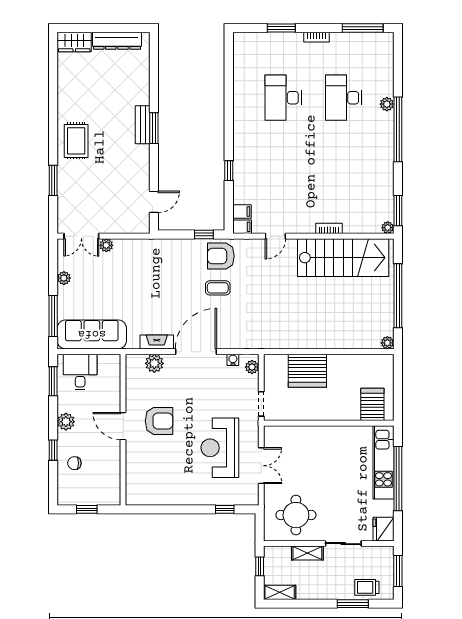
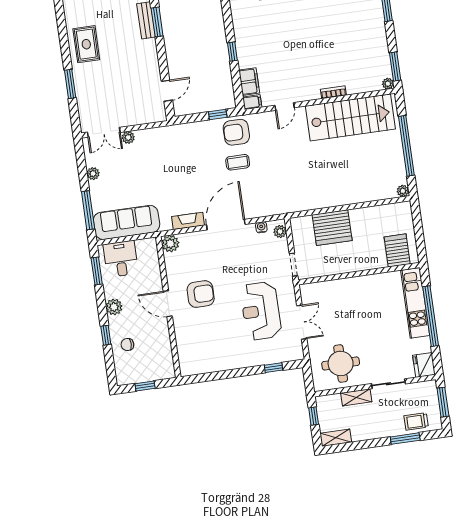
filing cabinet: (242, 212) -> (249, 82), width x2.00
plant: (154, 363) -> (170, 244), moved

